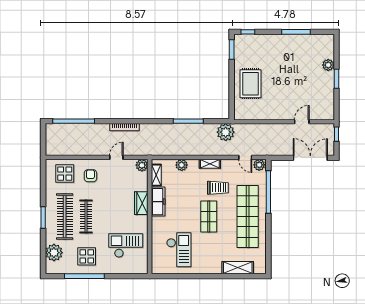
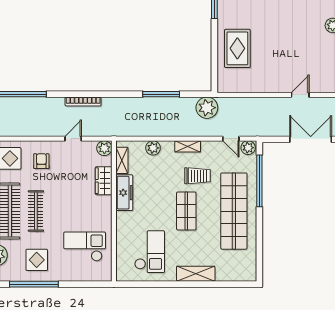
wardrobe: (141, 203) -> (104, 181), moved
shelving: (238, 268) -> (196, 274), moved

